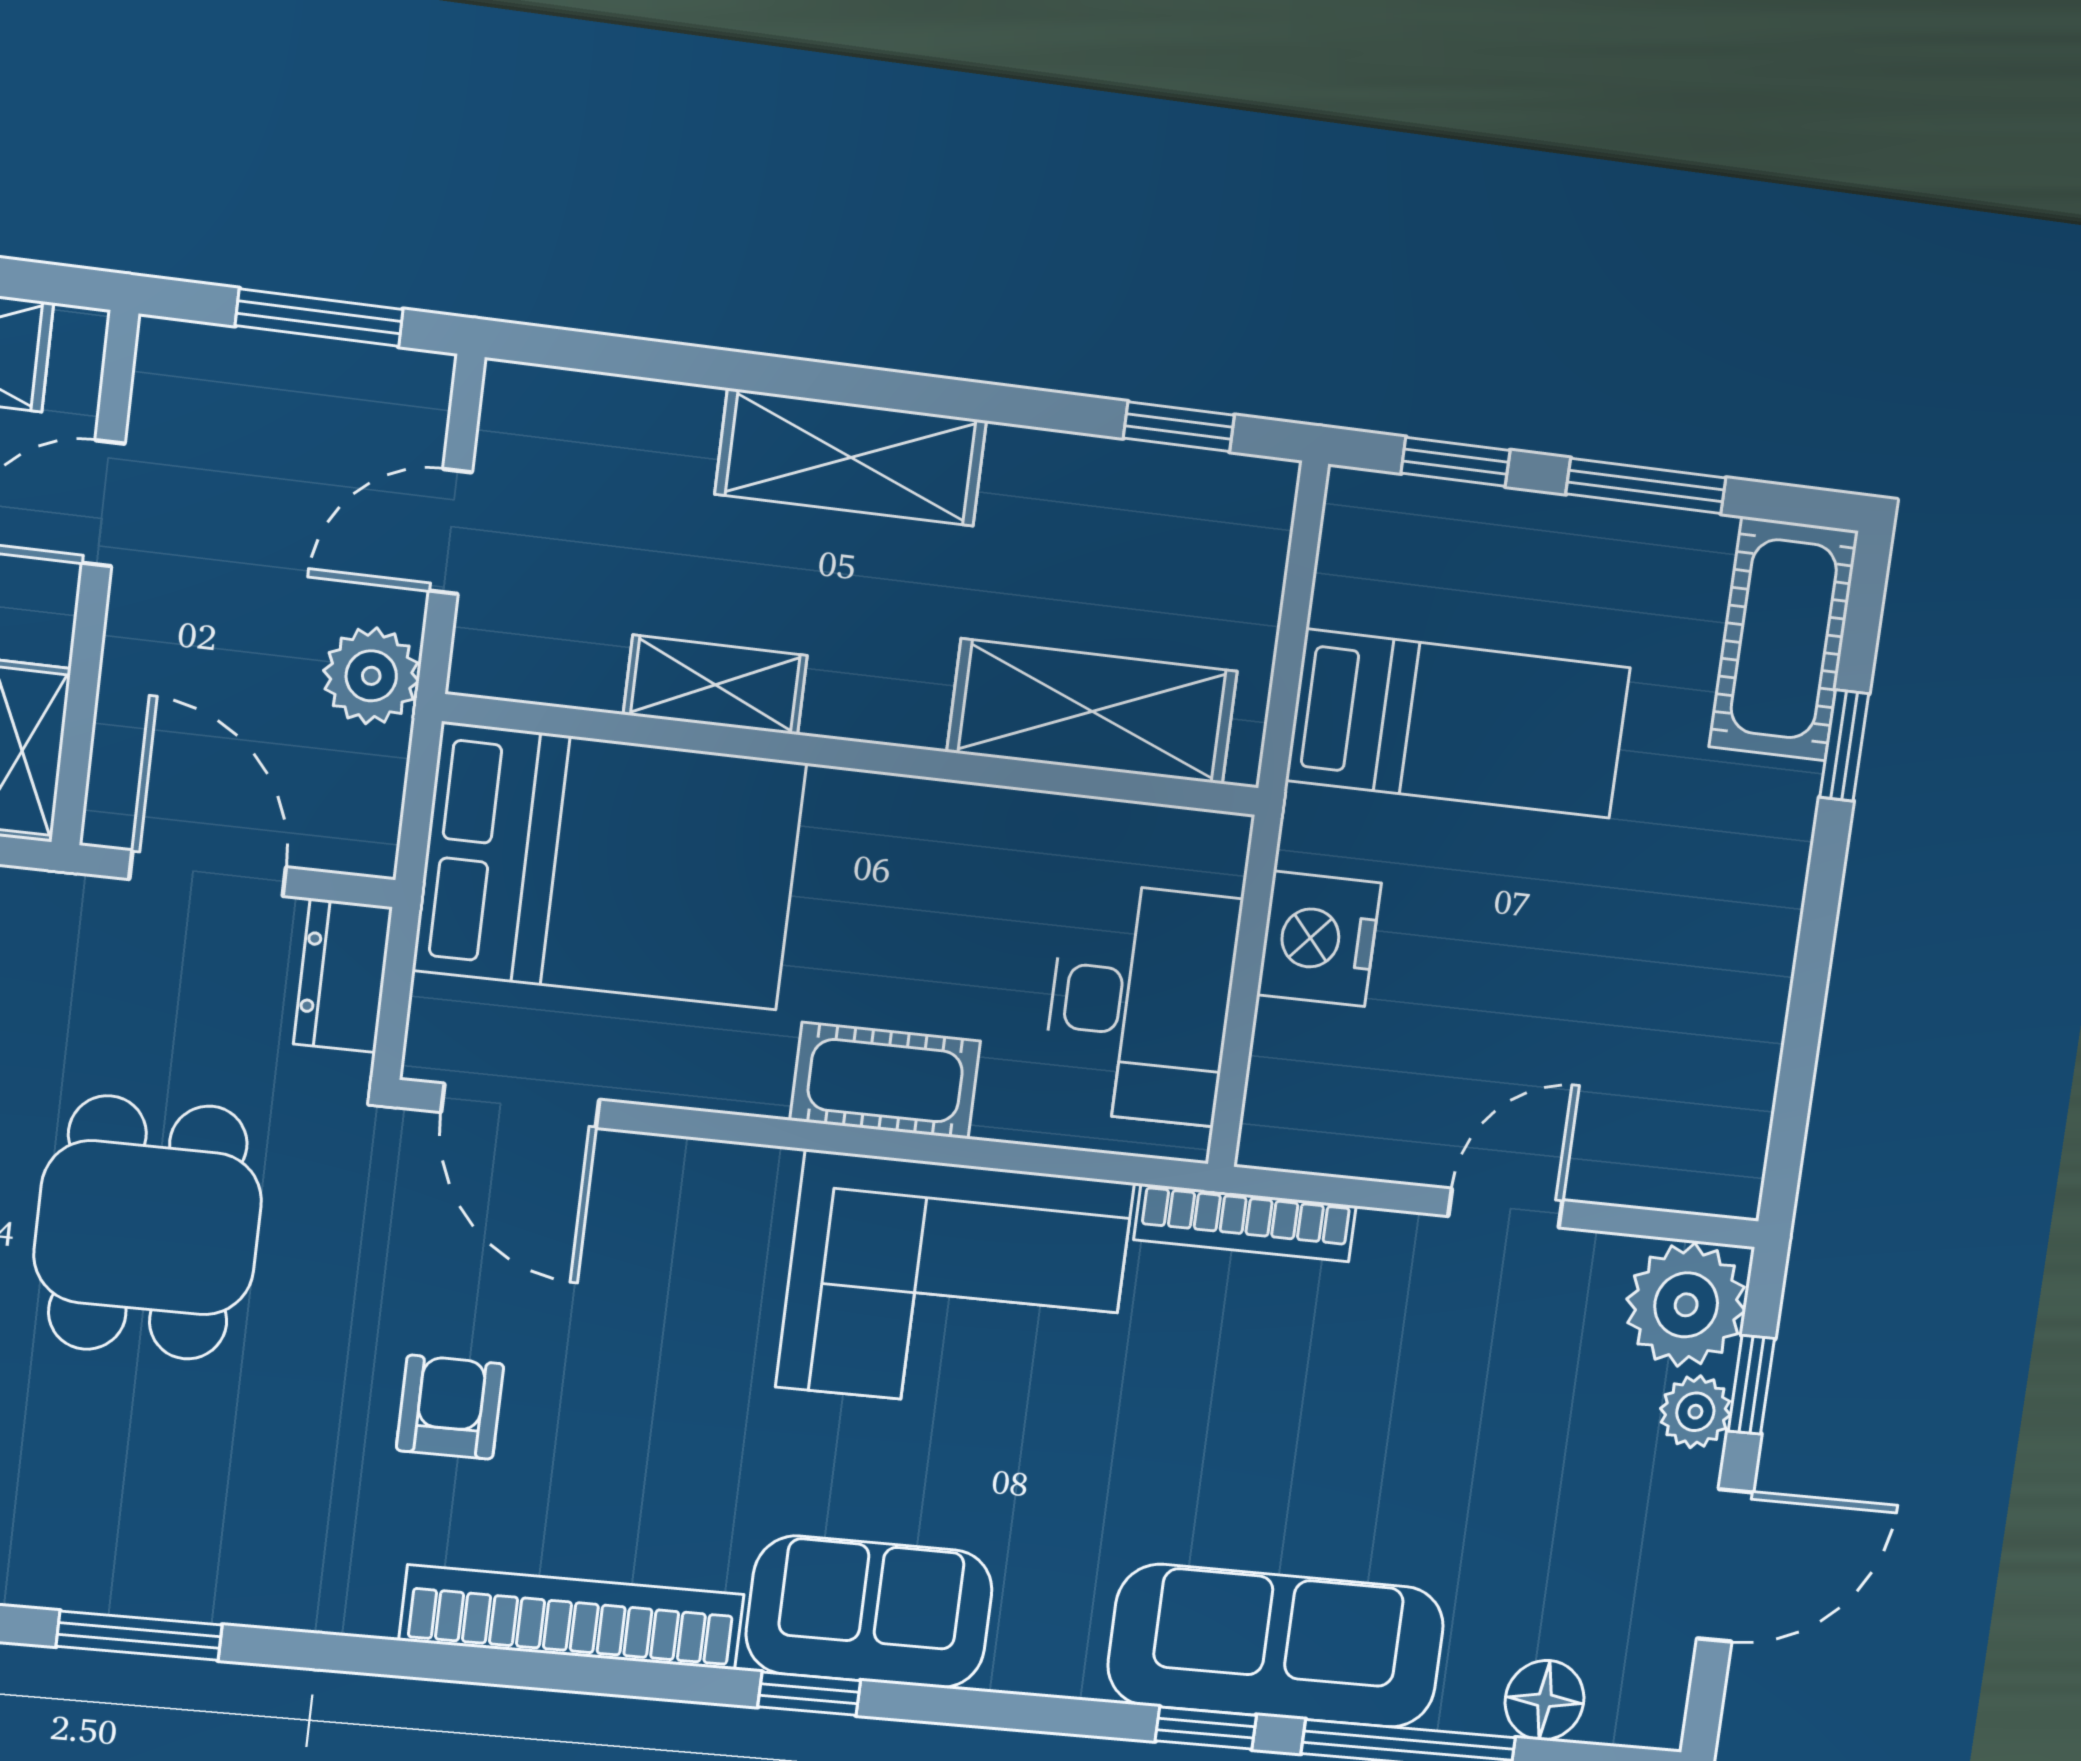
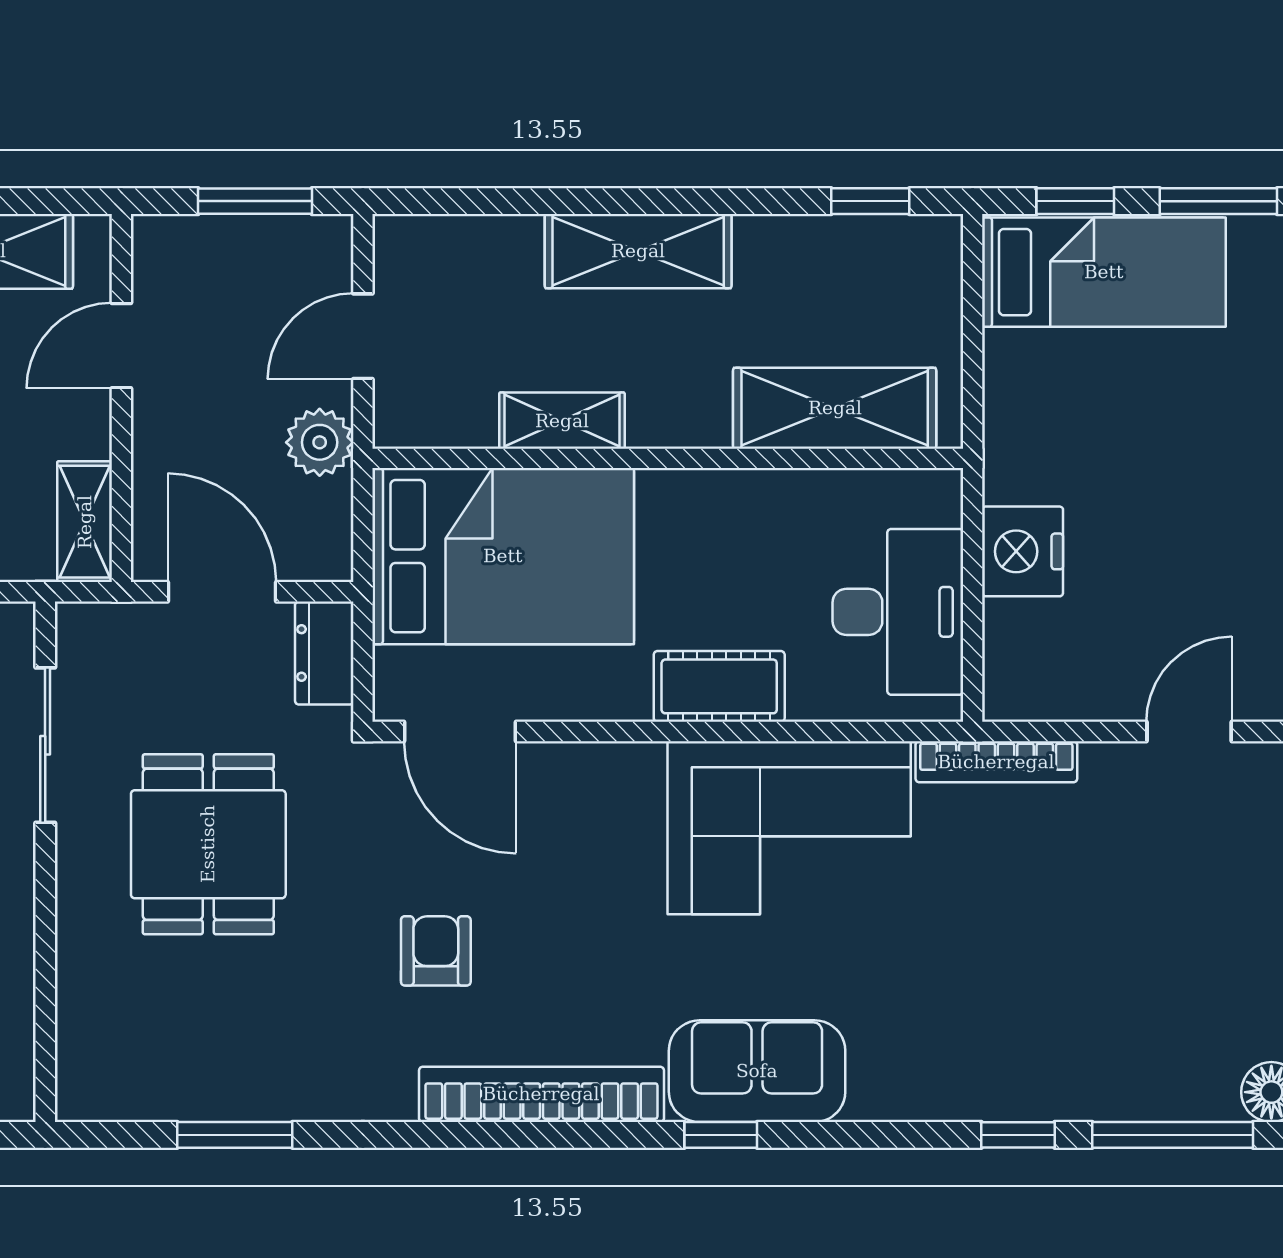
bed: (1458, 724) -> (1104, 272), moved
sofa: (1276, 1646) -> (1062, 1069), removed

